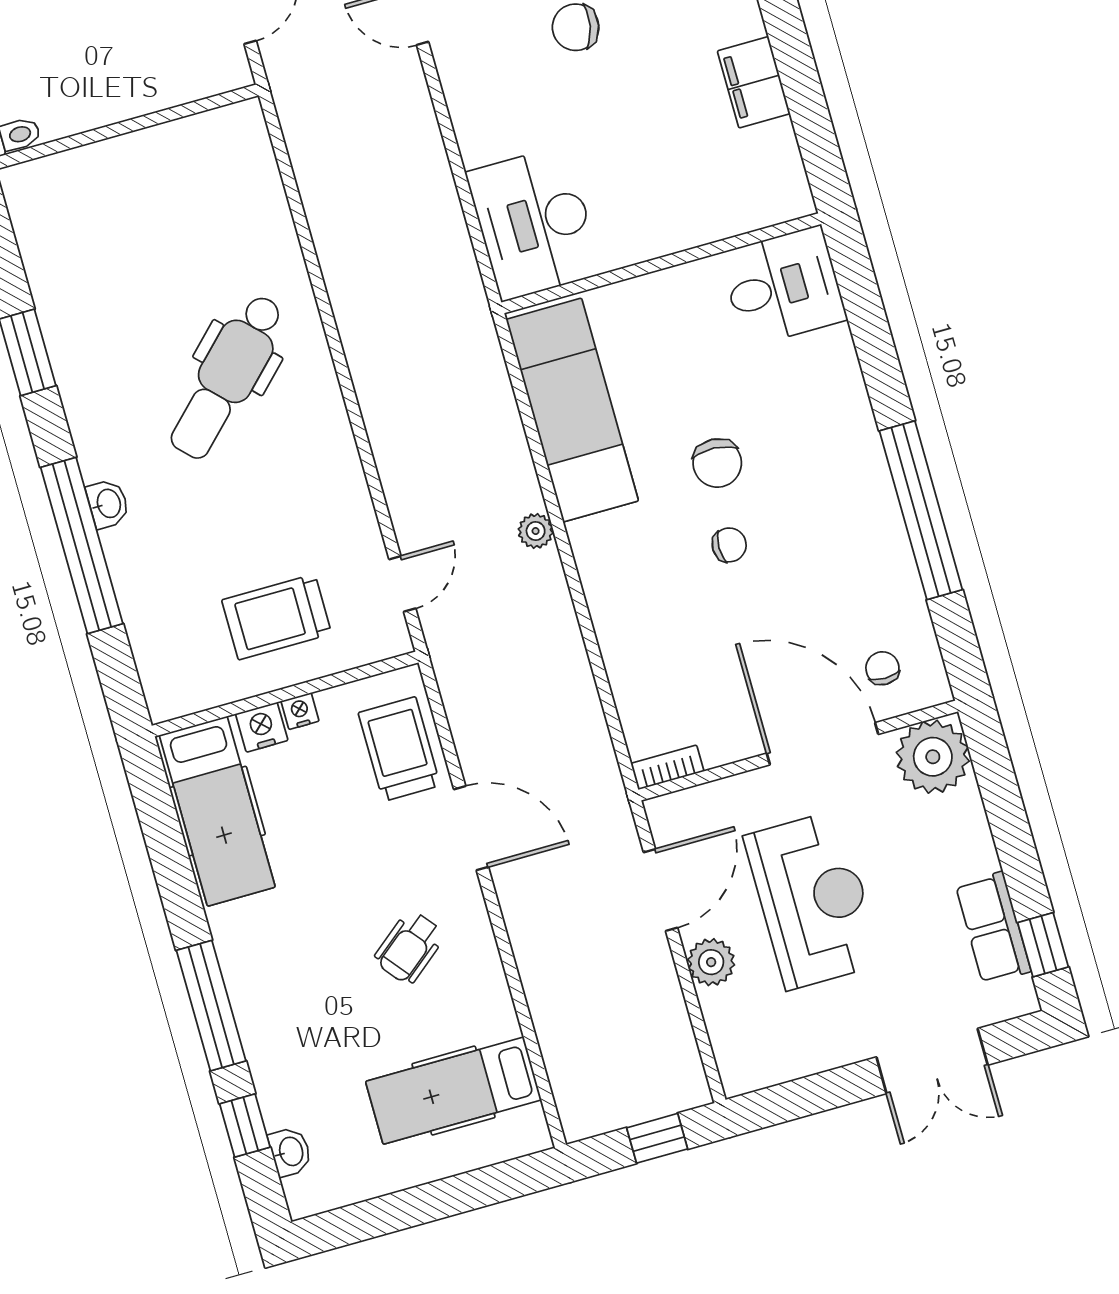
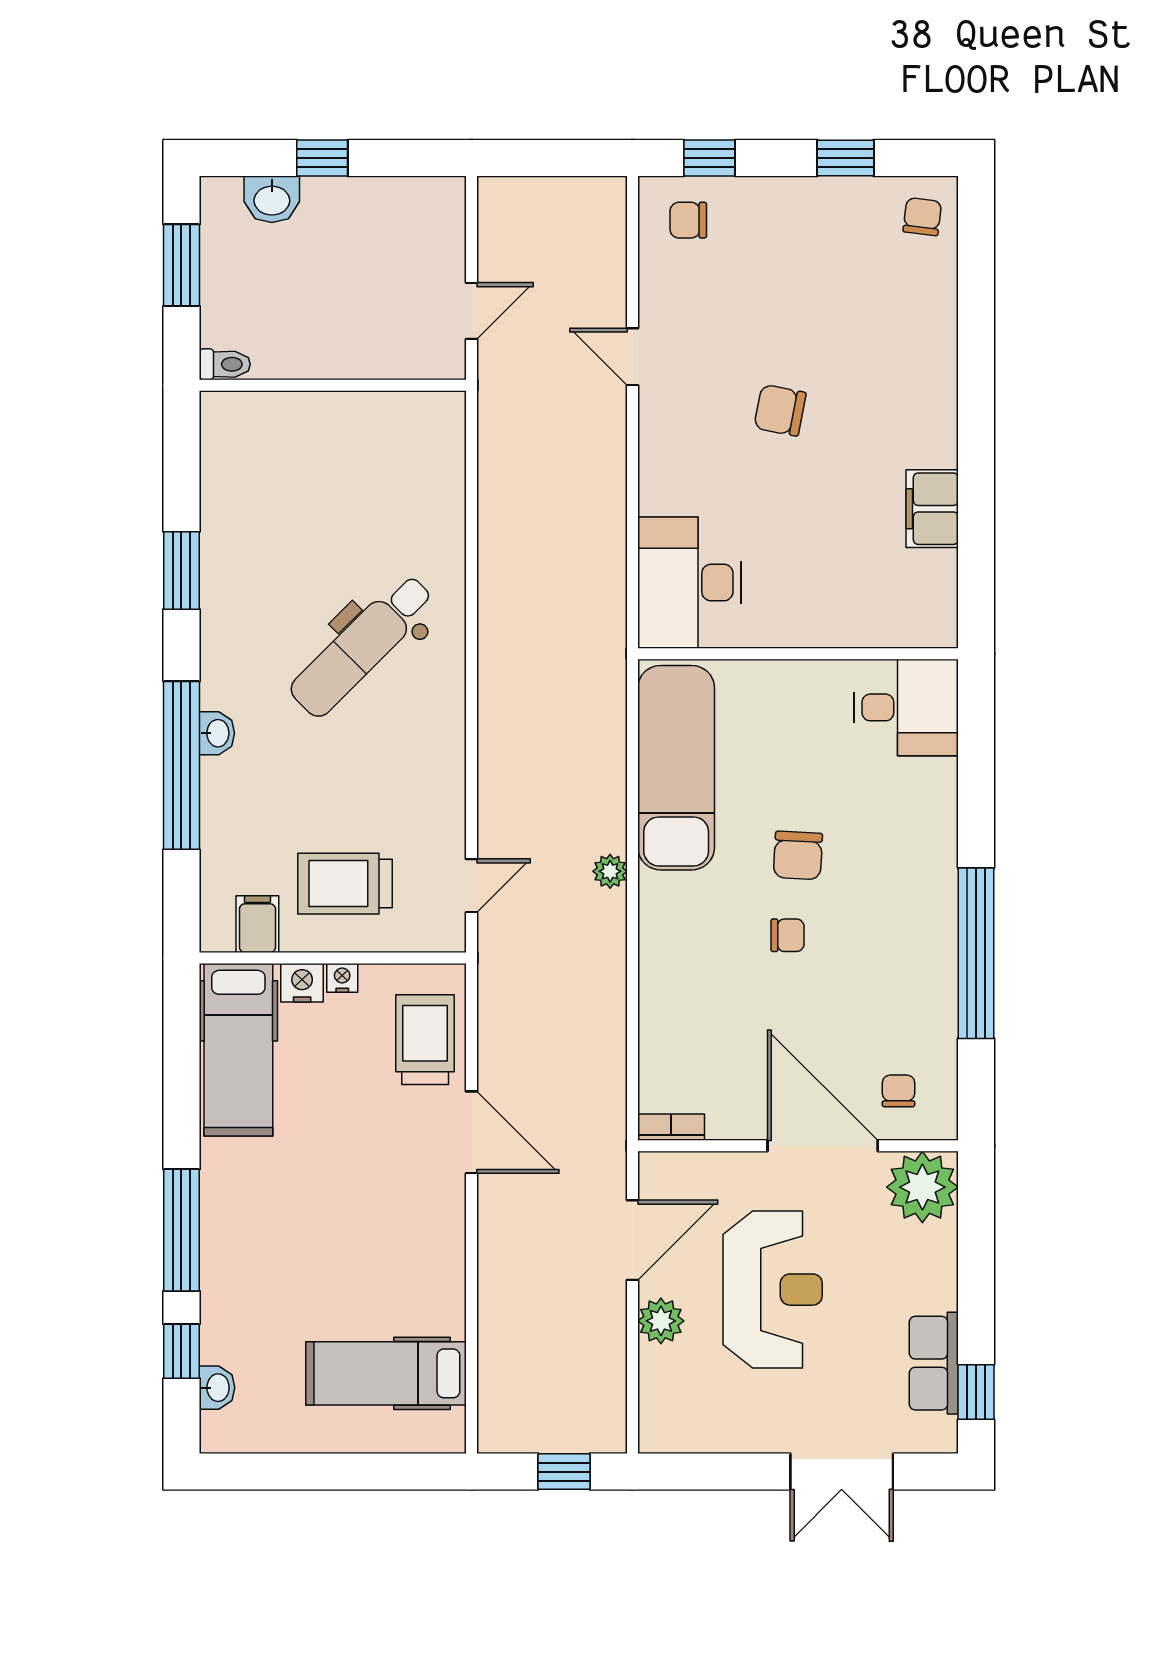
filing cabinet: (201, 682) -> (257, 924), added
wheelchair: (409, 947) -> (382, 1228), removed

